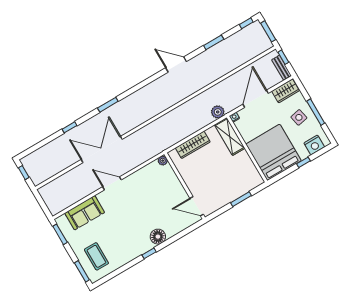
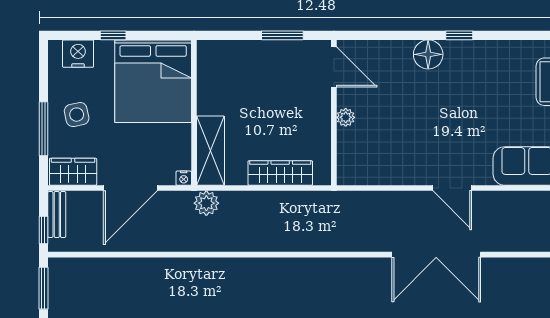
window: (316, 112) -> (43, 129), moved
plant: (163, 161) -> (346, 117), moved
window: (241, 199) -> (282, 35), moved

